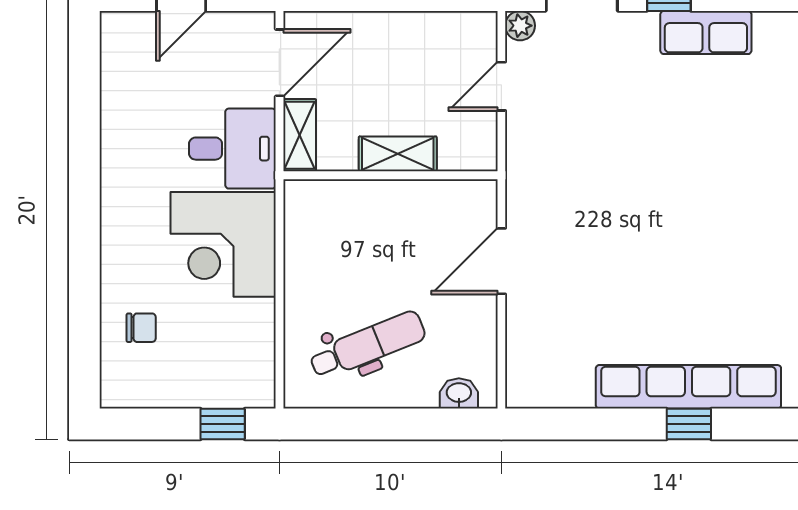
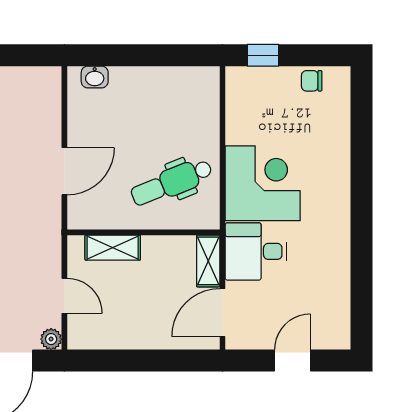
door: (501, 86) -> (64, 296), hinge flipped
shelving: (398, 154) -> (113, 248), moved
chair: (141, 328) -> (312, 81), moved
dental chair: (367, 345) -> (172, 182), moved

